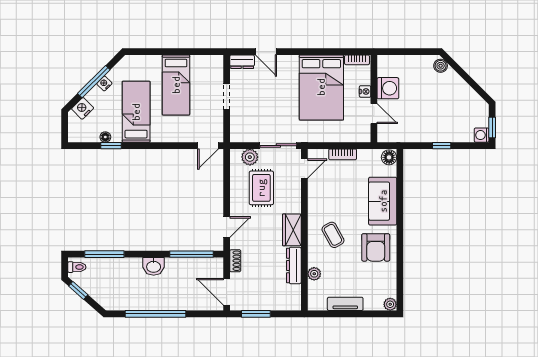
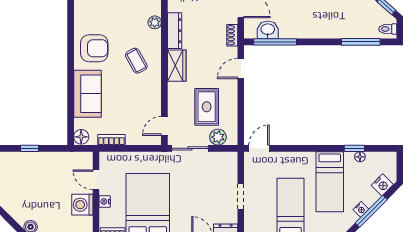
bookcase: (343, 154) -> (111, 140), moved
armchair: (376, 247) -> (94, 48), turned 90
washbasin: (154, 266) -> (268, 30), moved

